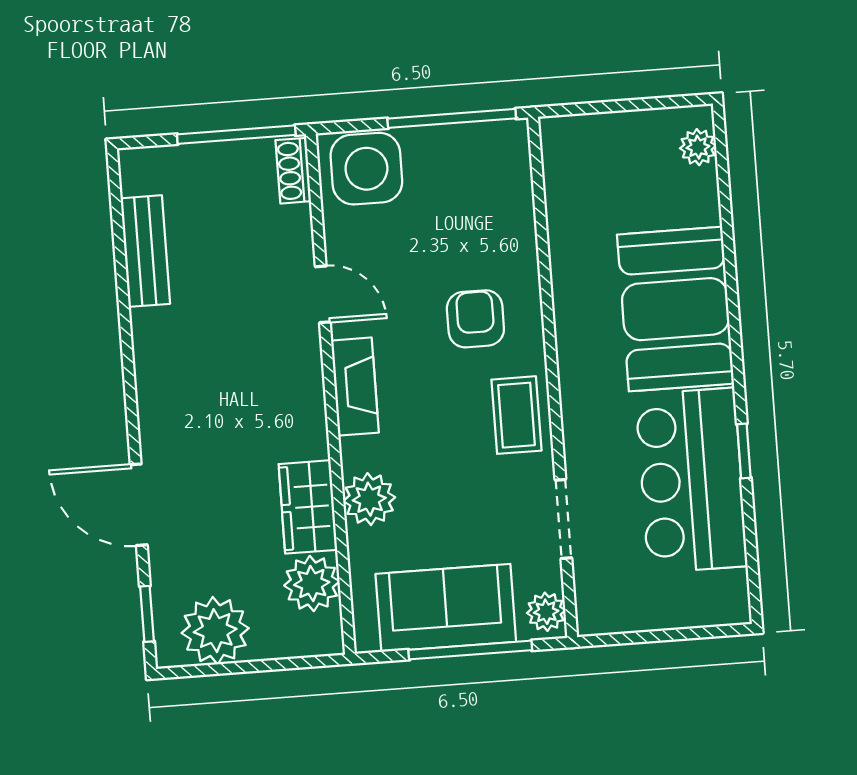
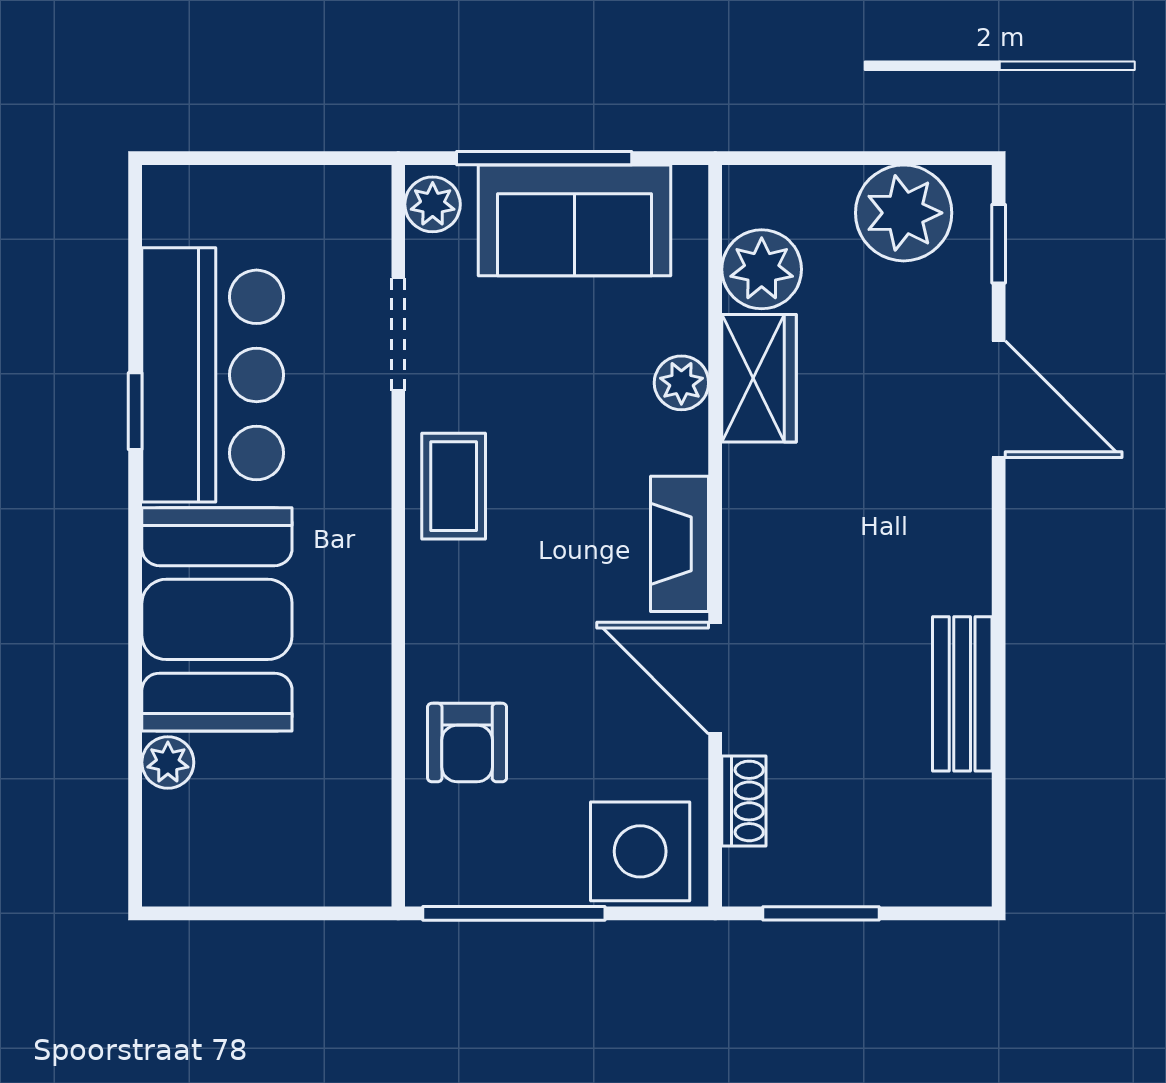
window: (236, 135) -> (821, 913), width x0.69
plant: (698, 147) -> (168, 762), moved
shoe rack: (293, 171) -> (744, 801), moved
bench: (145, 251) -> (962, 694), moved
door: (323, 294) -> (715, 678), width x1.38
armchair: (475, 319) -> (467, 742), moved
plant: (369, 499) -> (681, 383), width x0.73, depth x0.73

